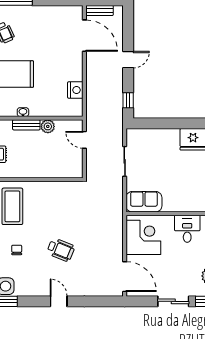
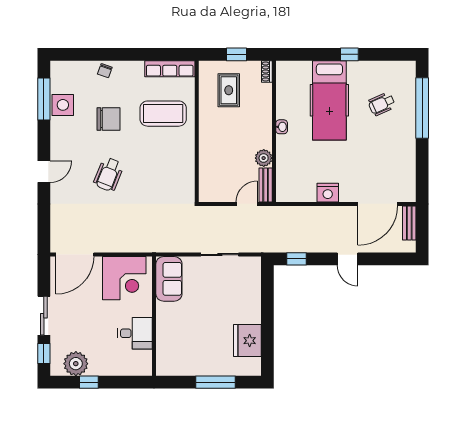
nightstand: (75, 90) -> (328, 193), moved
bench: (26, 125) -> (266, 185), moved
chair: (17, 250) -> (108, 119), width x1.87, depth x1.87

